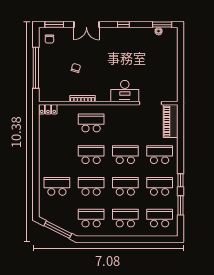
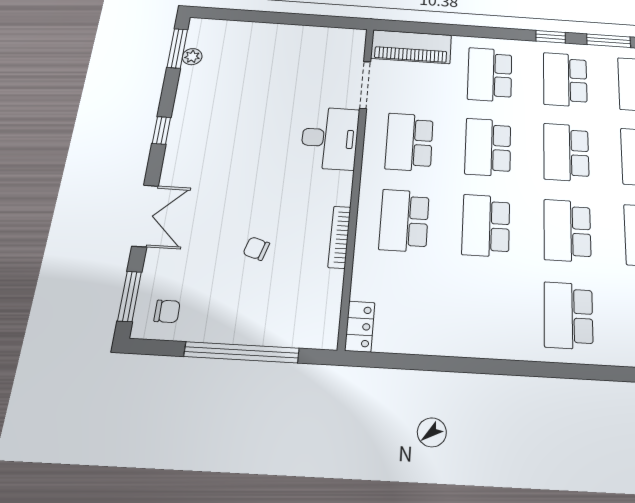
school desk: (125, 123) -> (409, 142), added

